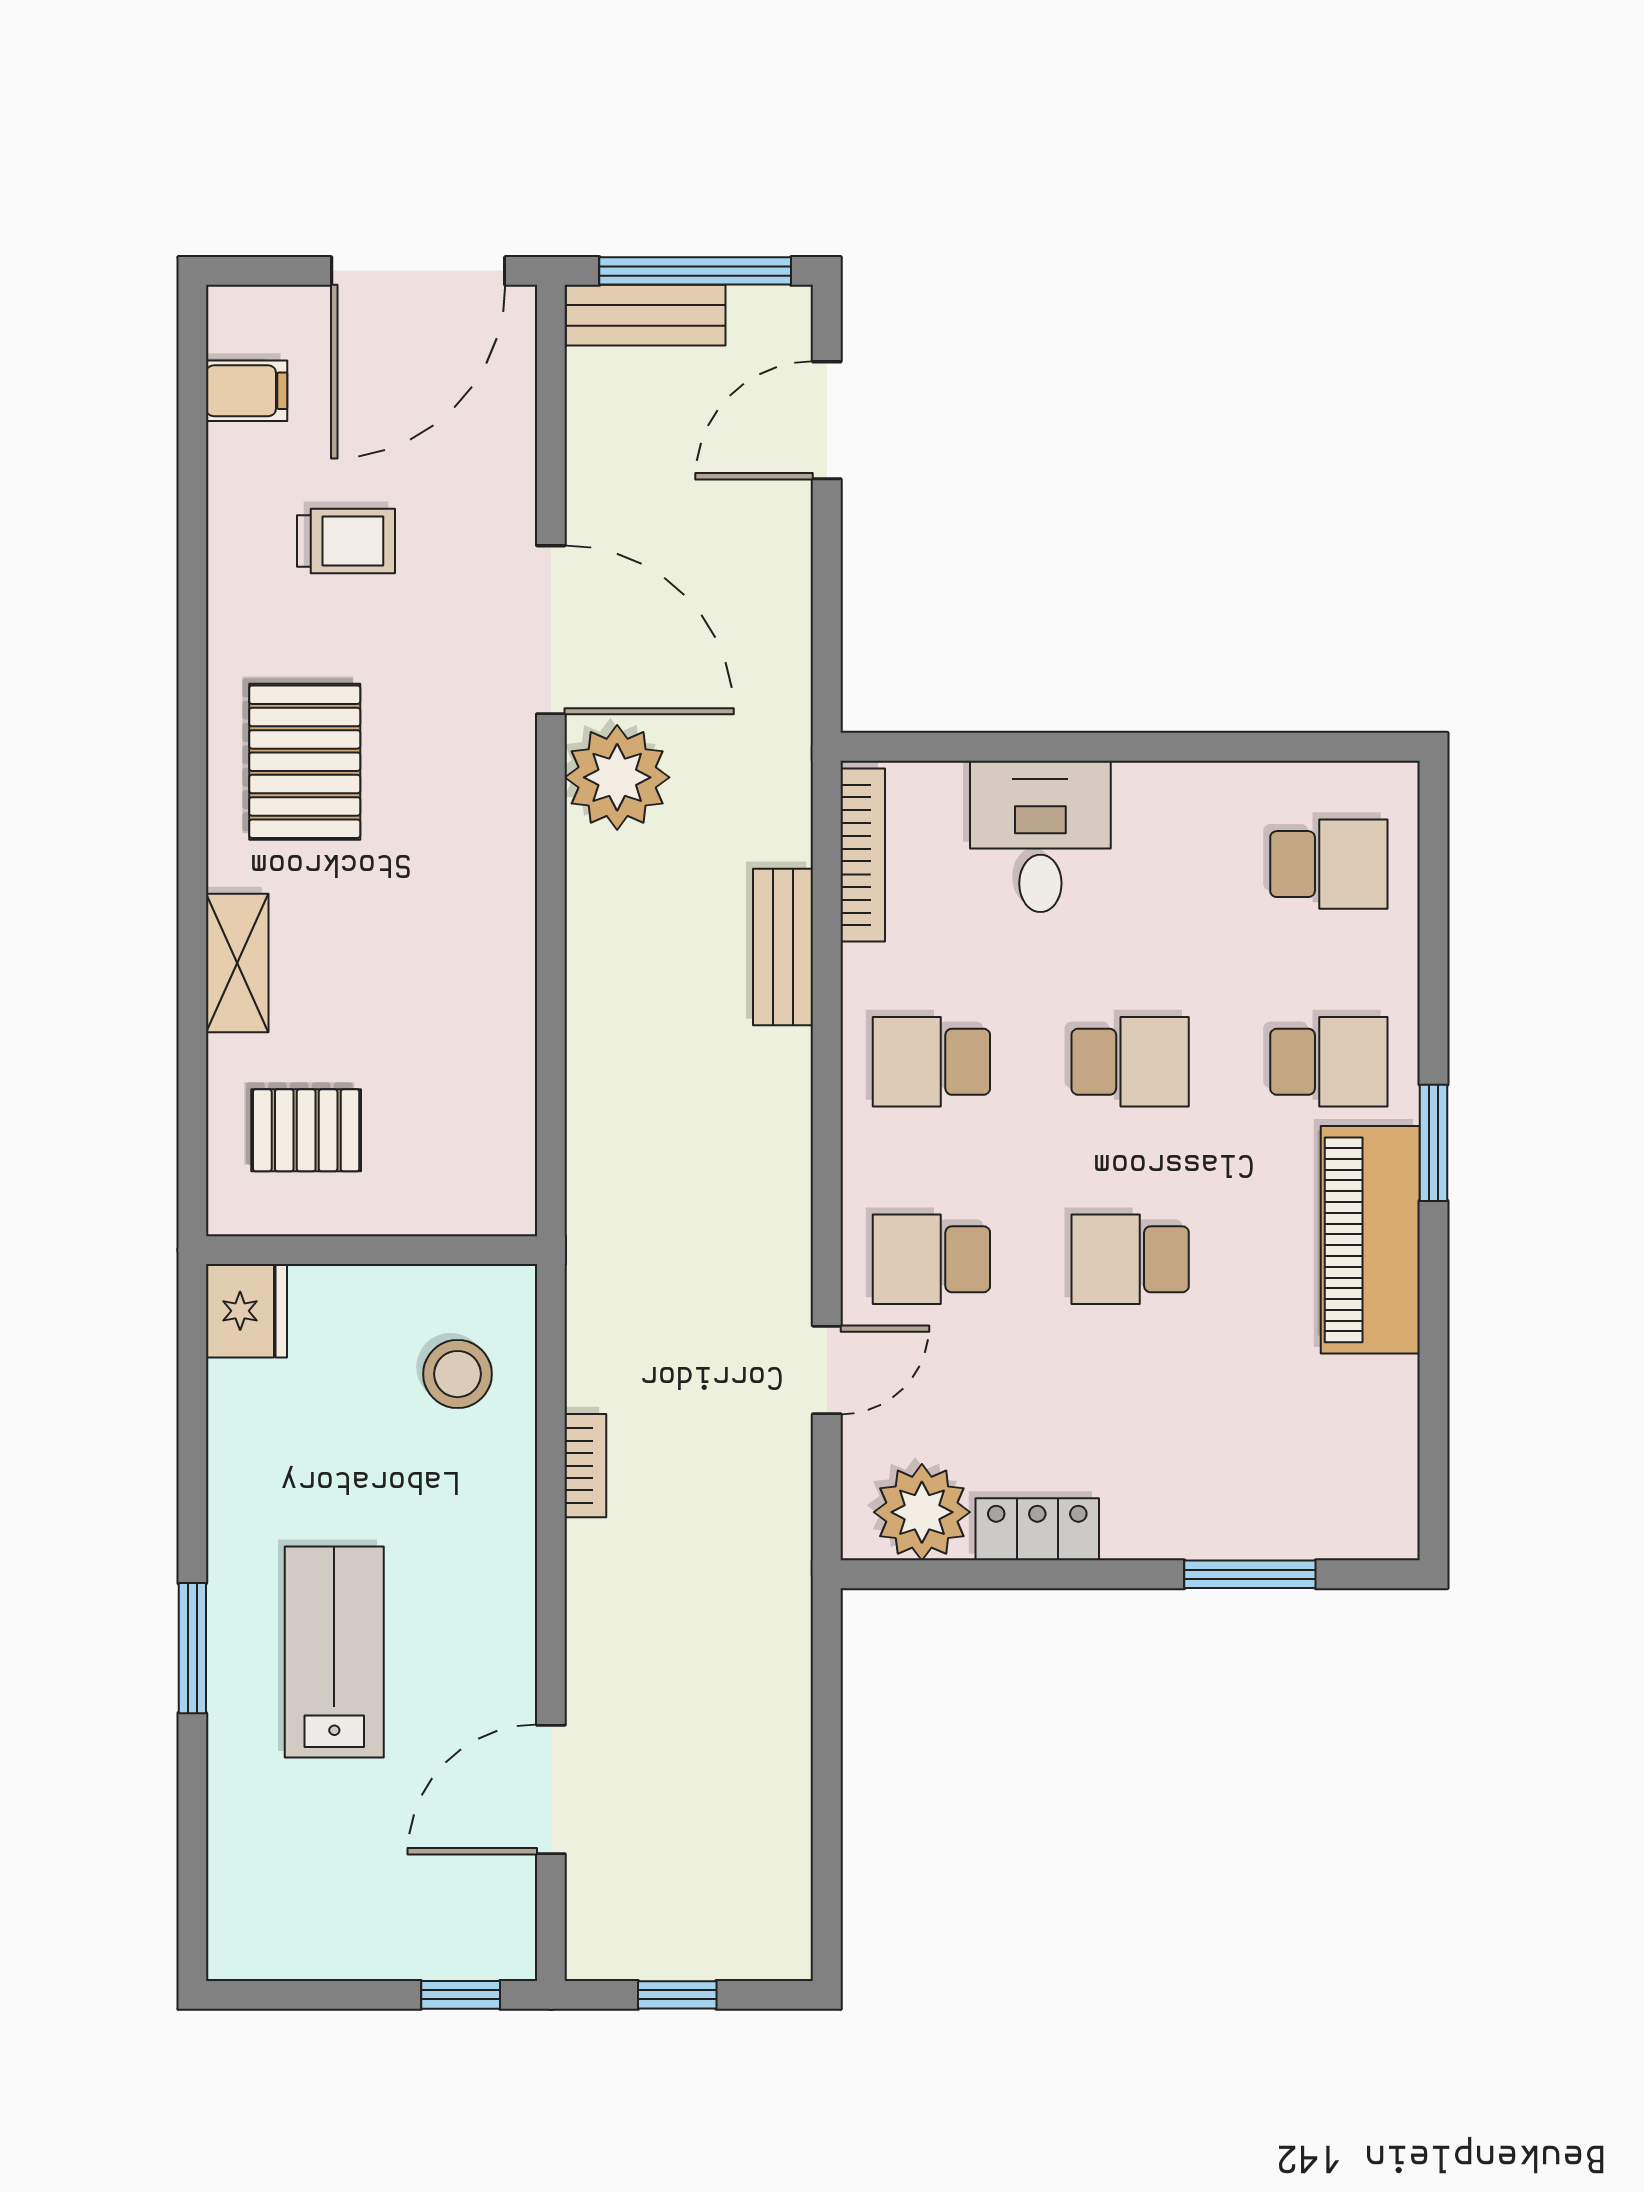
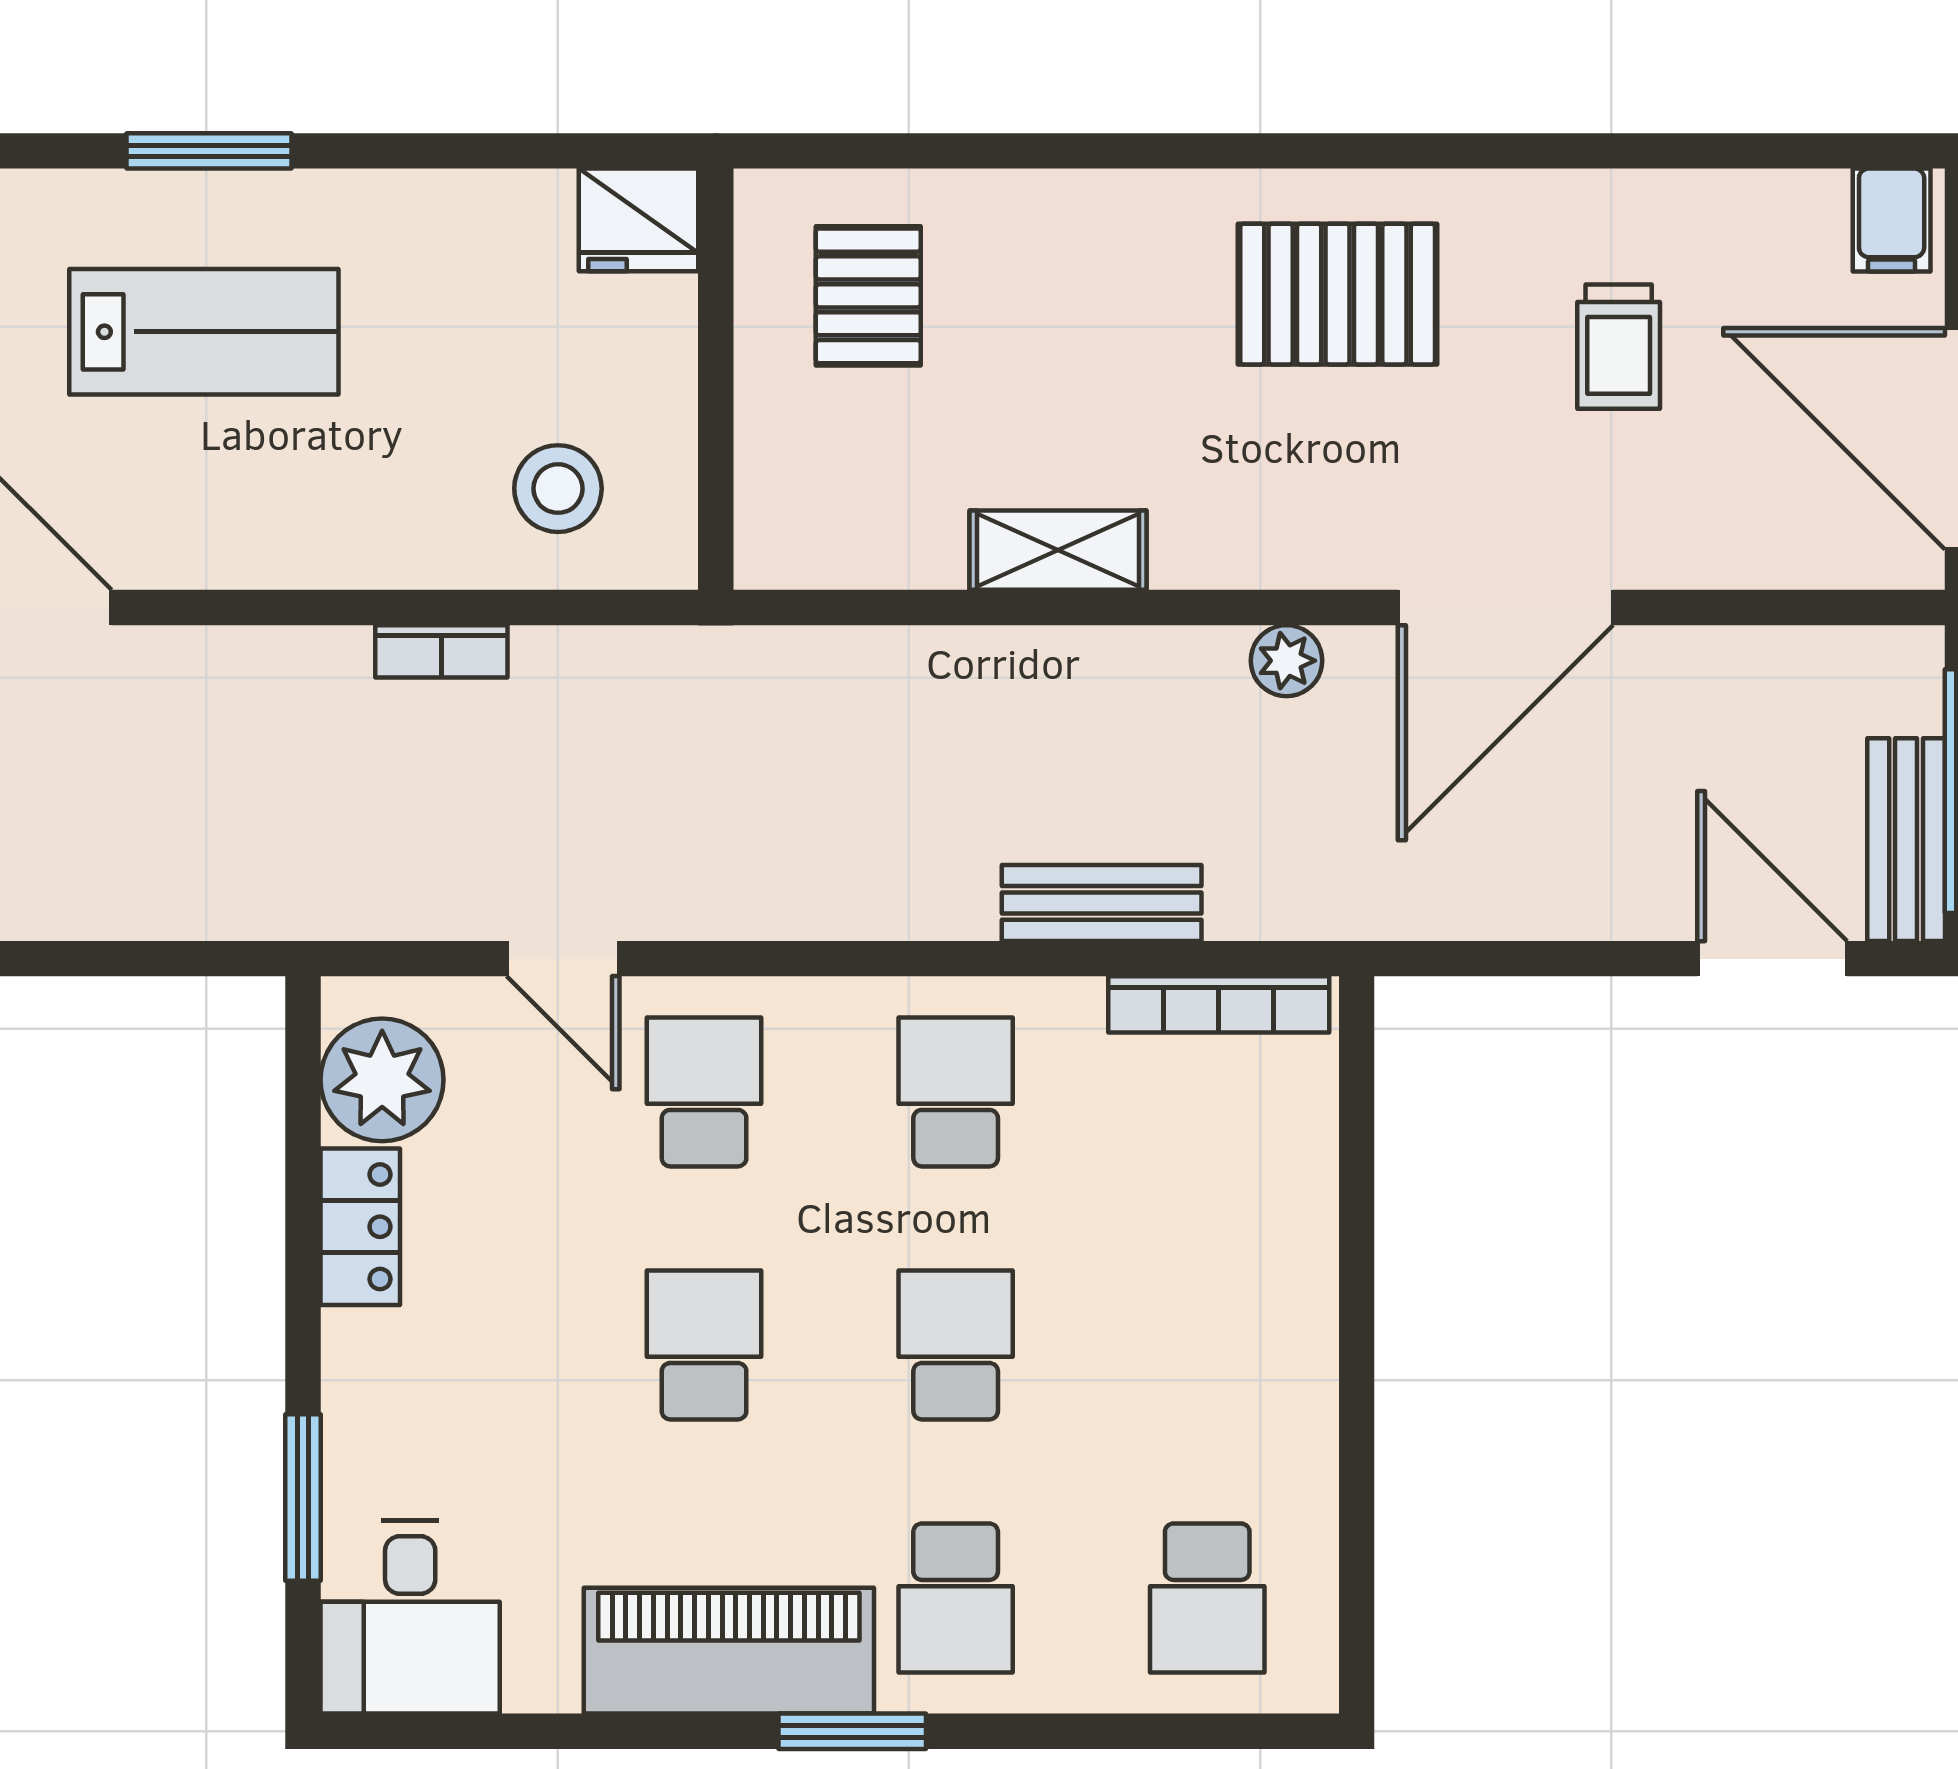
bench: (646, 315) -> (1906, 840), moved
filing cabinet: (247, 391) -> (1892, 220), moved
plant: (617, 777) -> (1286, 661), width x0.53, depth x0.53
desk: (1040, 836) -> (410, 1617), moved, turned 90
shelving: (237, 963) -> (1058, 550), moved
school desk: (1130, 1062) -> (956, 1345), turned 180

